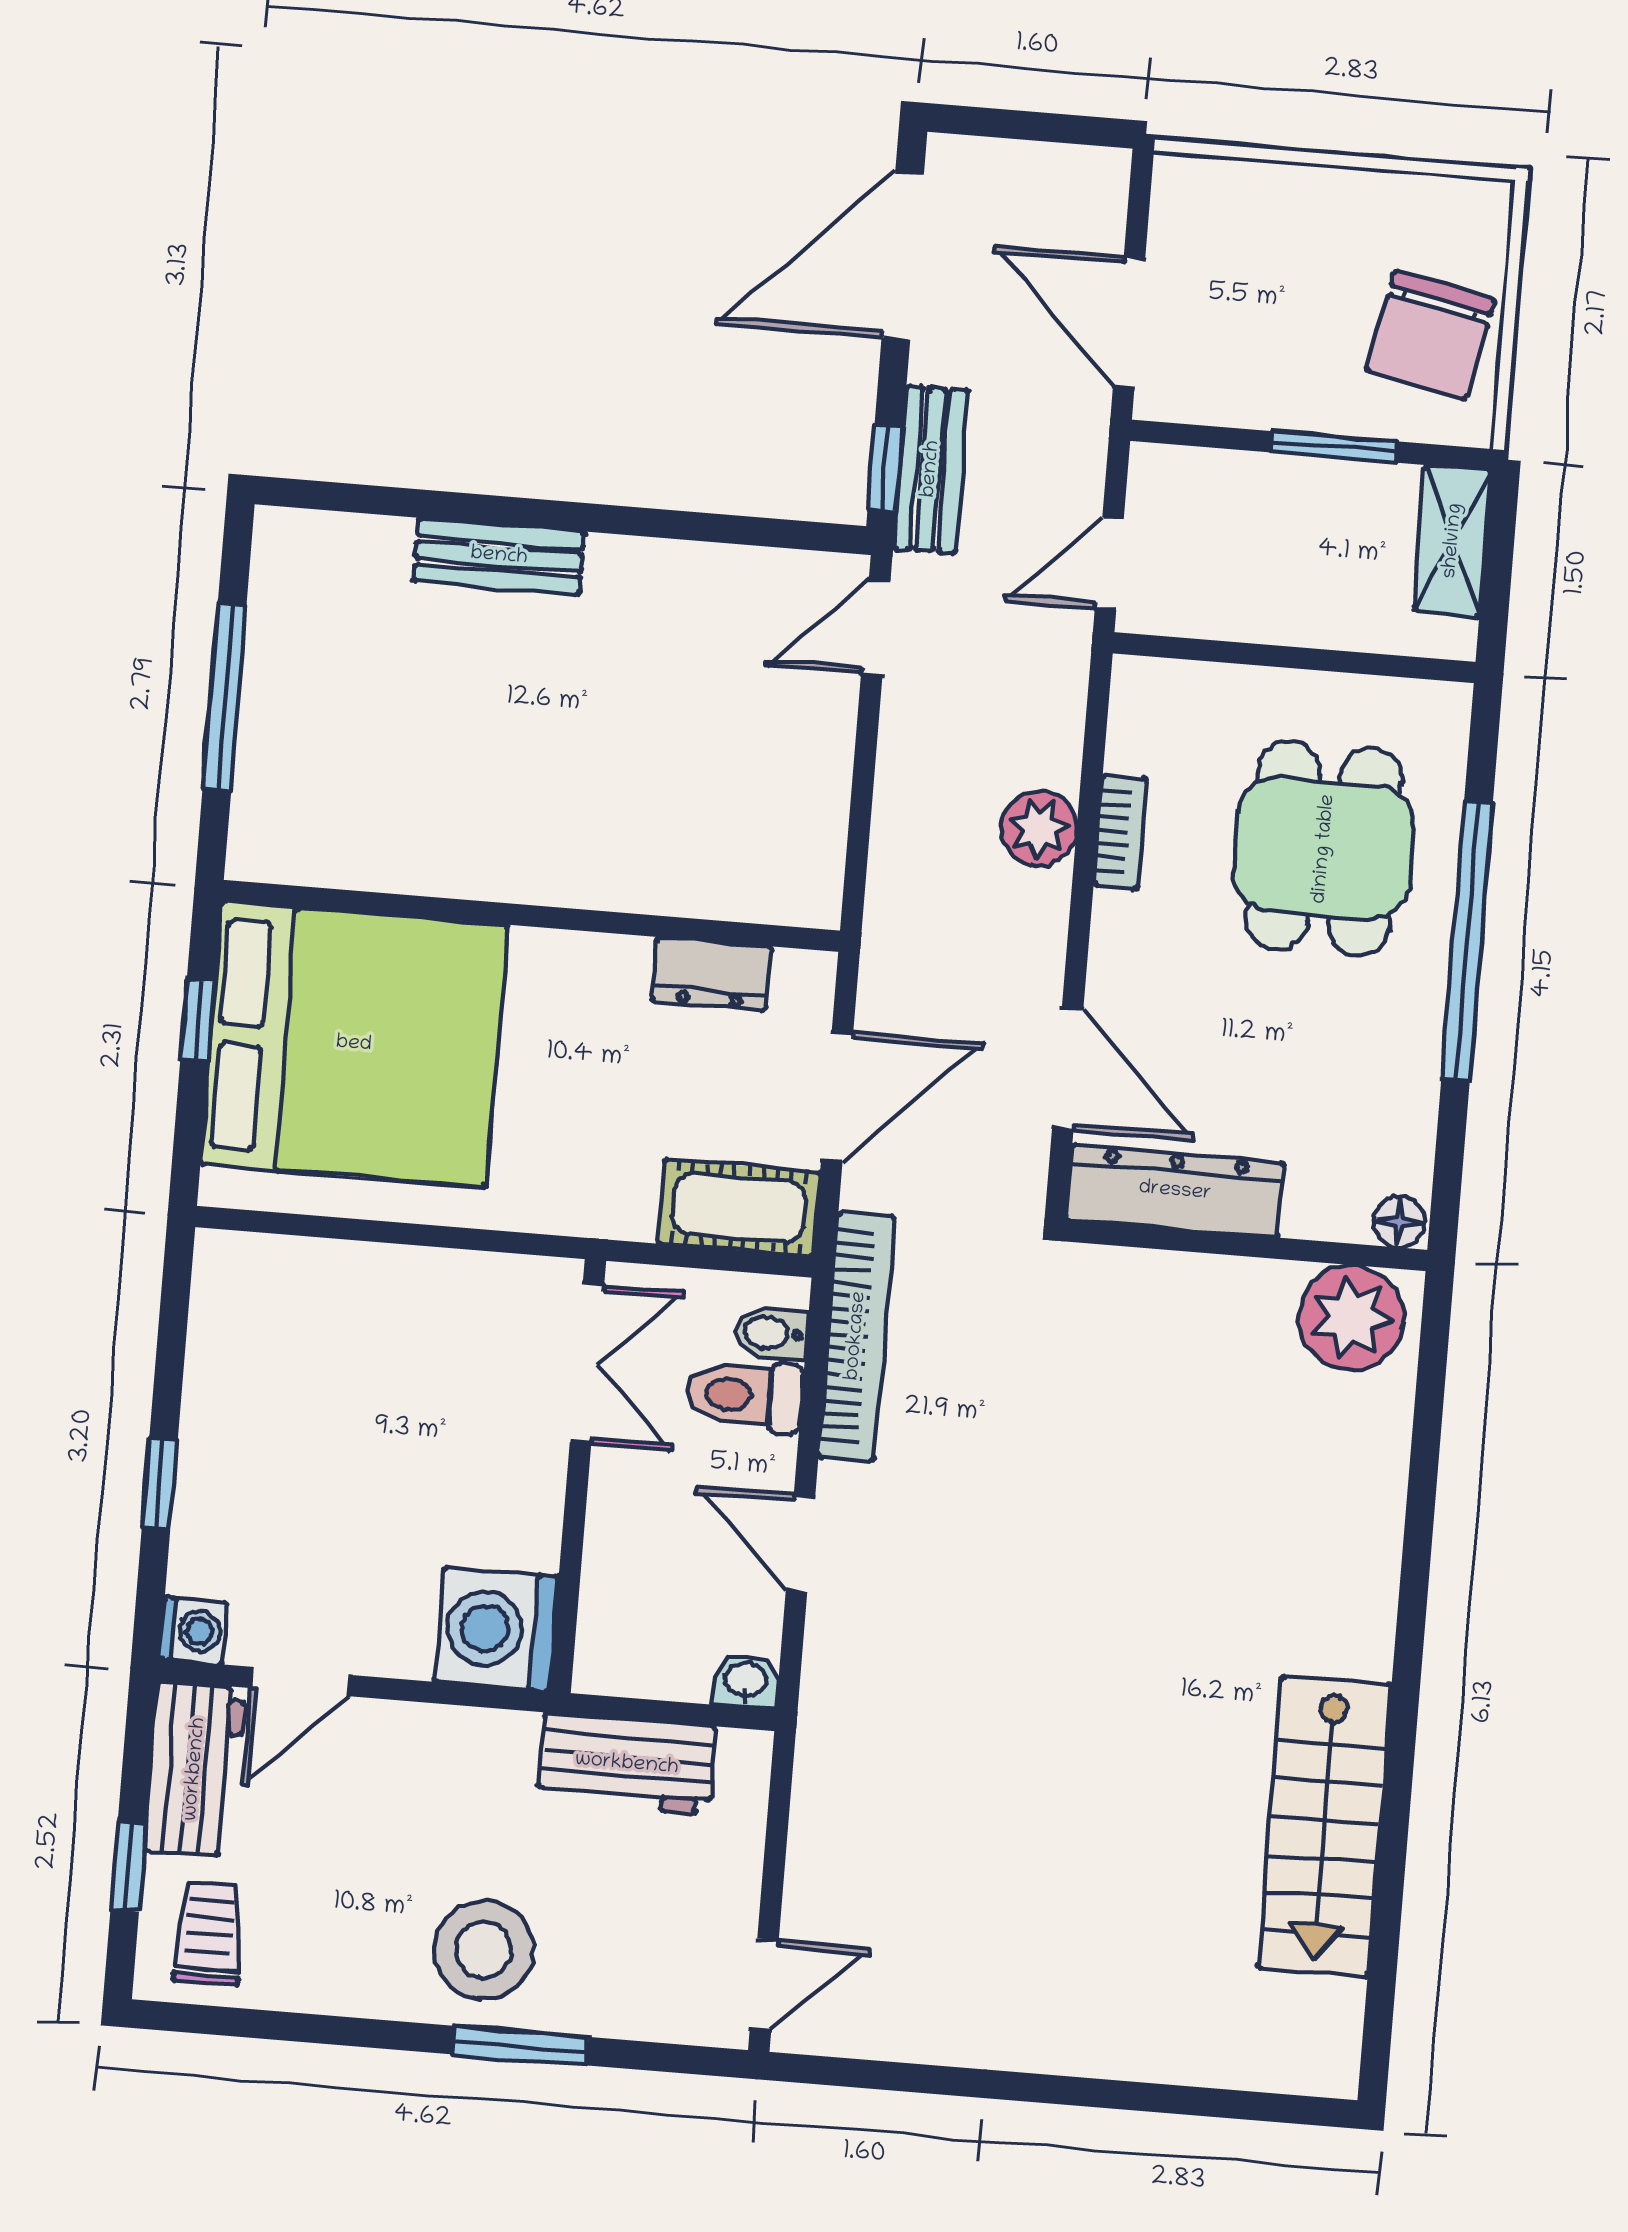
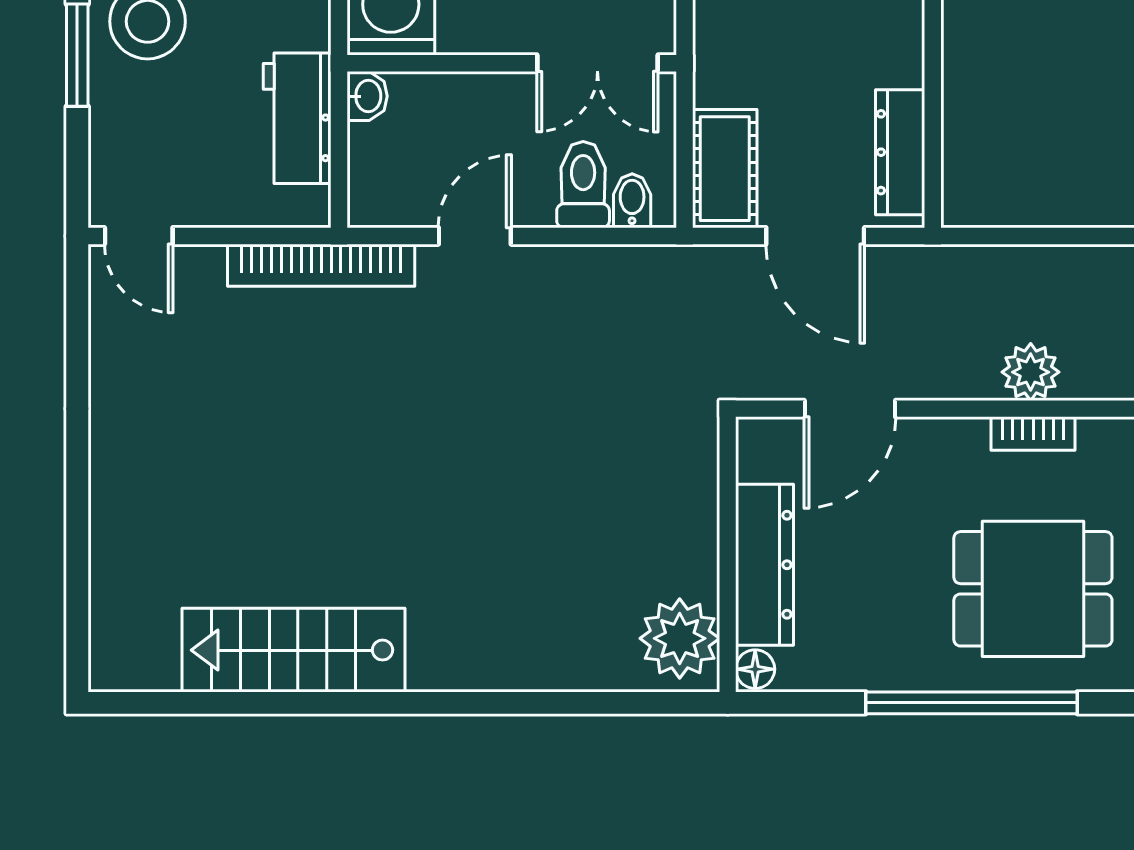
dresser: (711, 974) -> (900, 152), width x1.44
dresser: (1175, 1191) -> (764, 565), moved
bookcase: (856, 1336) -> (321, 265), moved
washbasin: (746, 1681) -> (367, 96), moved

